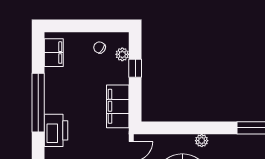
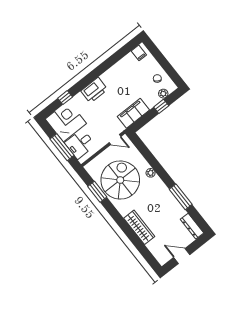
filing cabinet: (54, 53) -> (139, 53), width x0.50
window: (38, 103) -> (101, 69), removed

